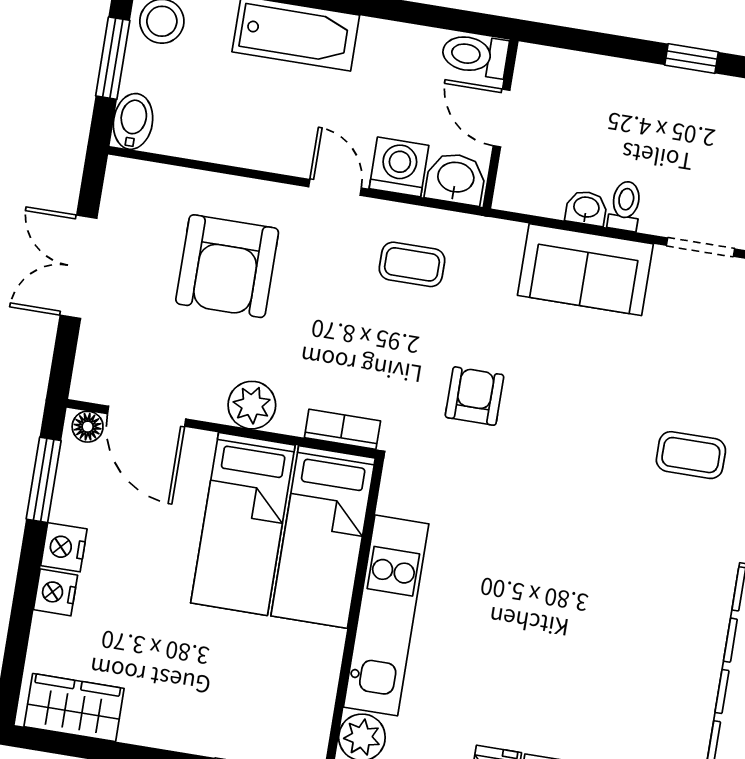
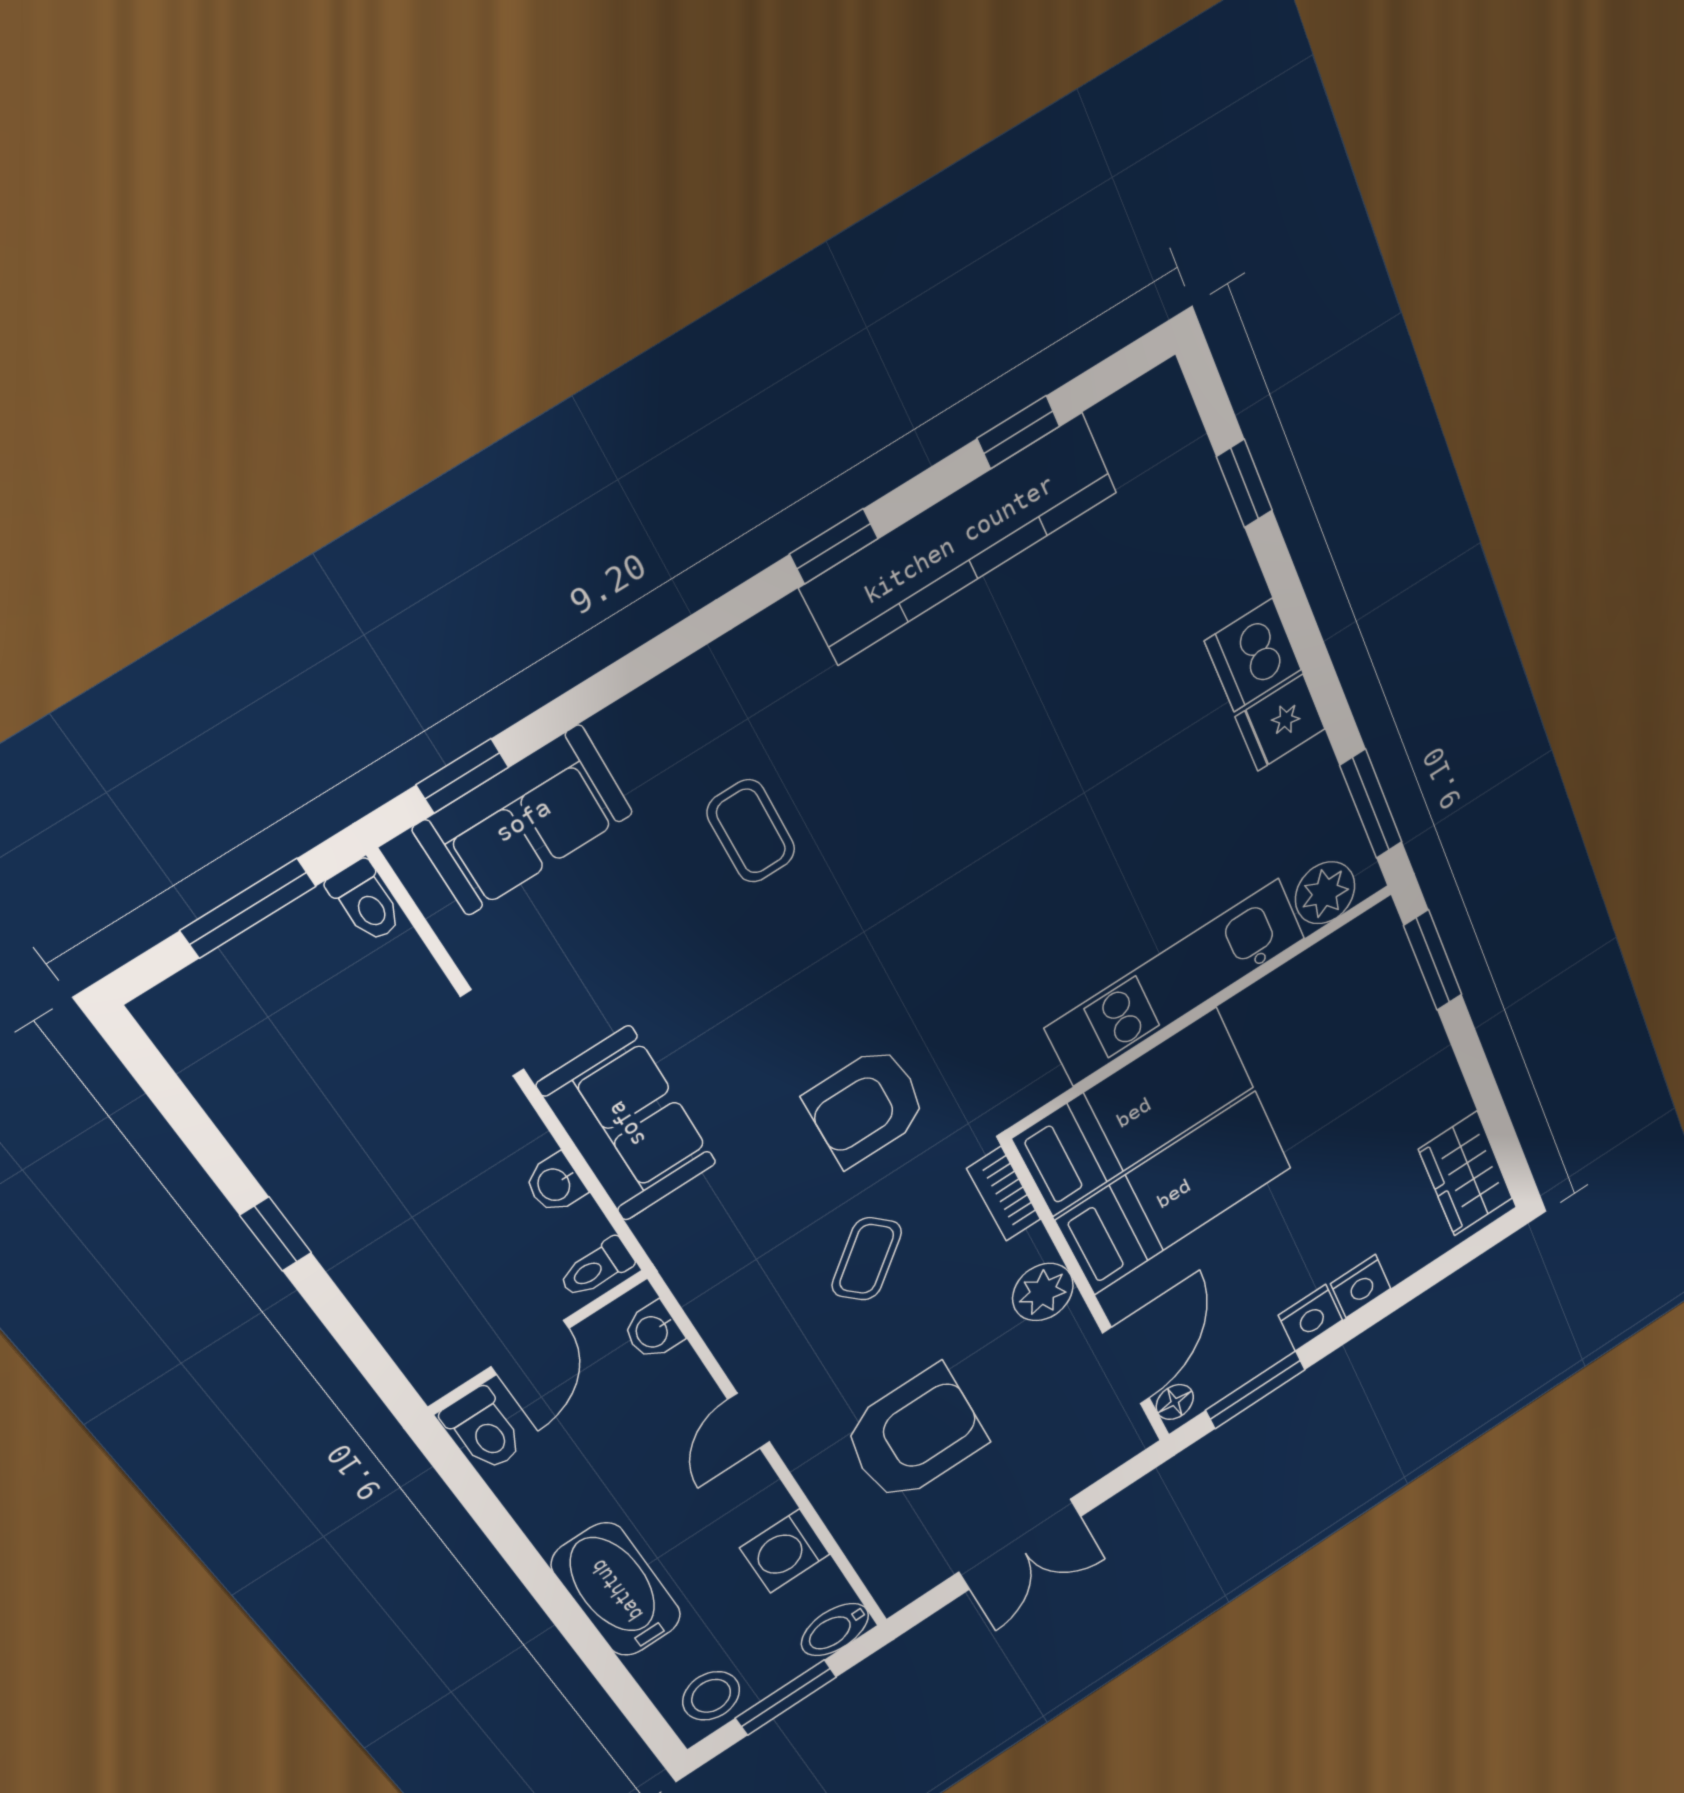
washing machine: (399, 167) -> (785, 1551), moved
washbasin: (456, 179) -> (653, 1331), width x0.72, depth x0.69
toilet: (625, 206) -> (596, 1268), moved
coffee table: (412, 264) -> (867, 1259), moved, turned 47
armchair: (474, 396) -> (866, 1106), width x1.38, depth x1.38

